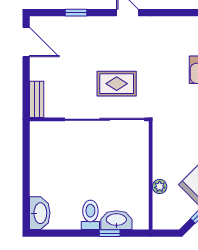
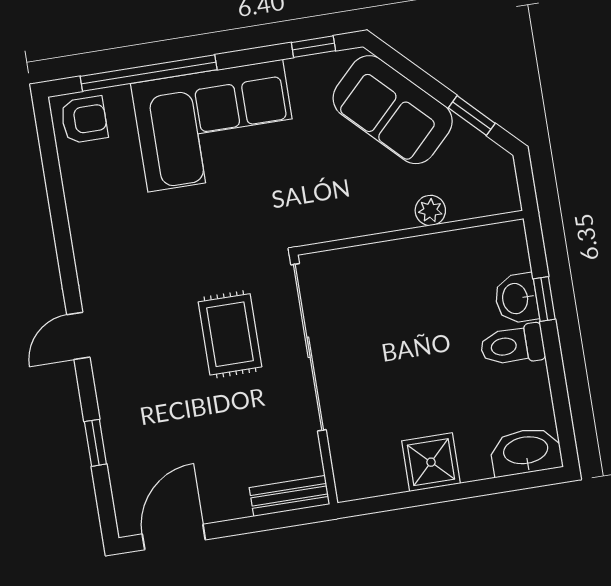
shower: (42, 168) -> (431, 462), added
washbasin: (116, 220) -> (516, 298), width x0.72

